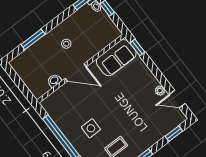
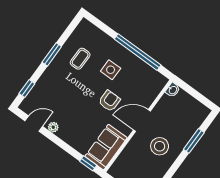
stool: (66, 44) -> (160, 146), width x1.89, depth x1.89
washbasin: (54, 80) -> (173, 90), moved
armchair: (100, 100) -> (109, 101), added

